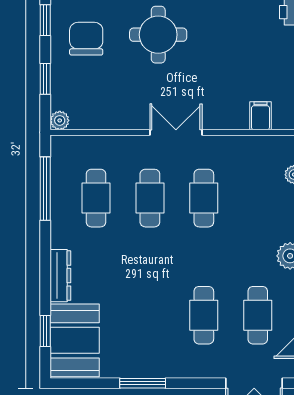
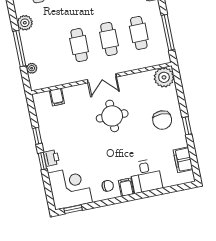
round table: (158, 35) -> (112, 116), moved
window: (45, 79) -> (180, 93), removed
plant: (60, 120) -> (164, 77), width x1.87, depth x1.87

